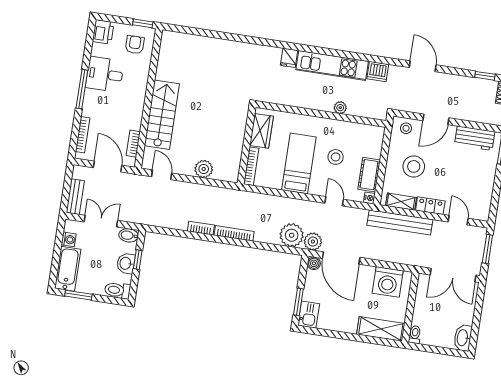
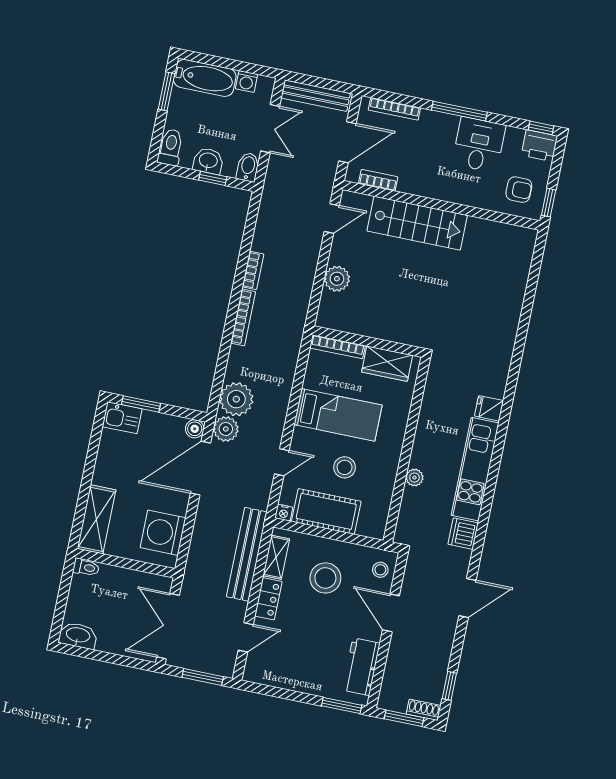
window: (91, 31) -> (541, 128), added
cot: (369, 175) -> (326, 511), width x1.37, depth x1.34
bench: (75, 197) -> (316, 96), width x1.36

